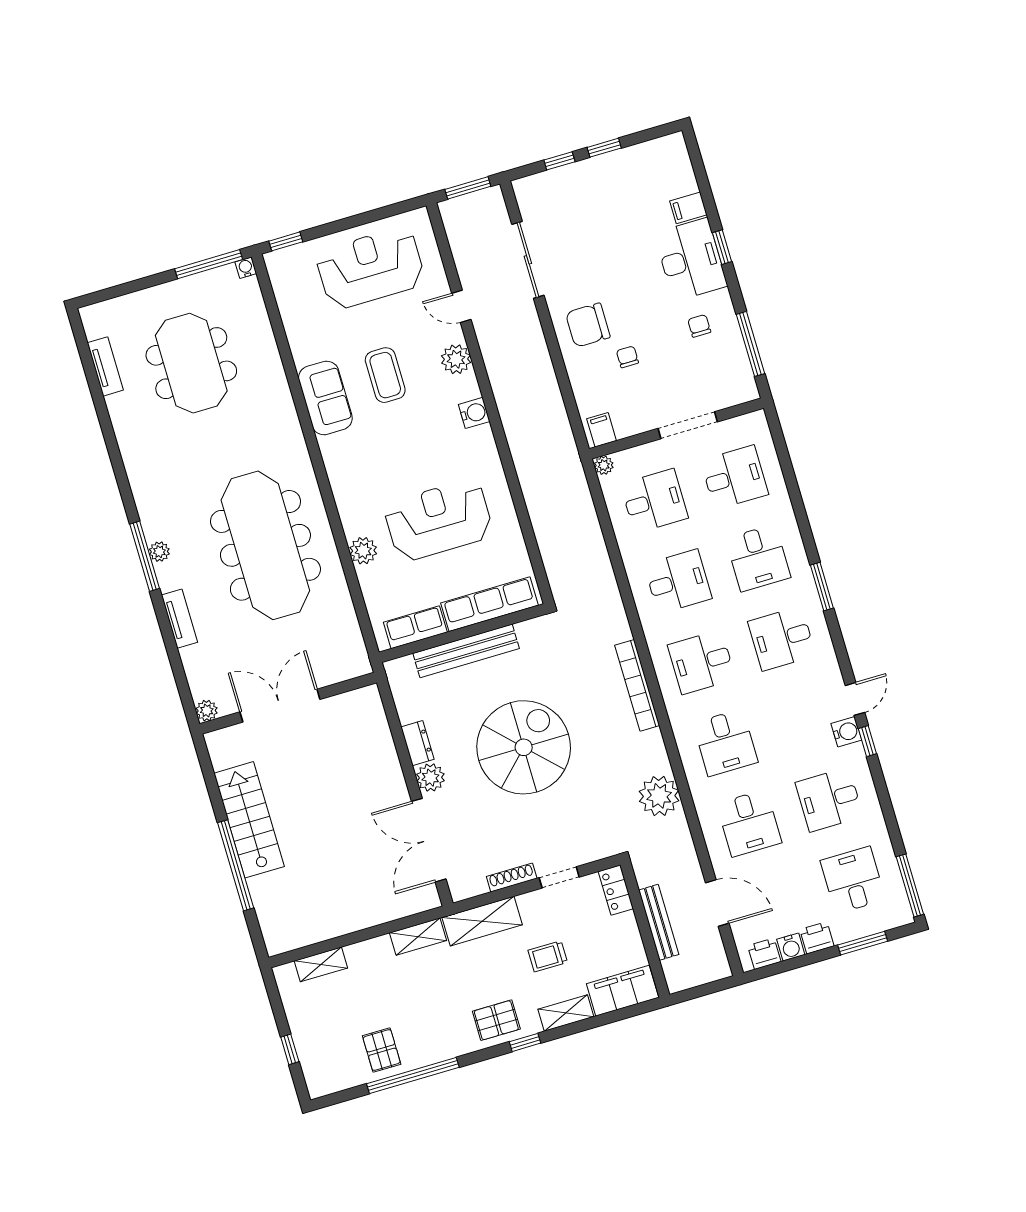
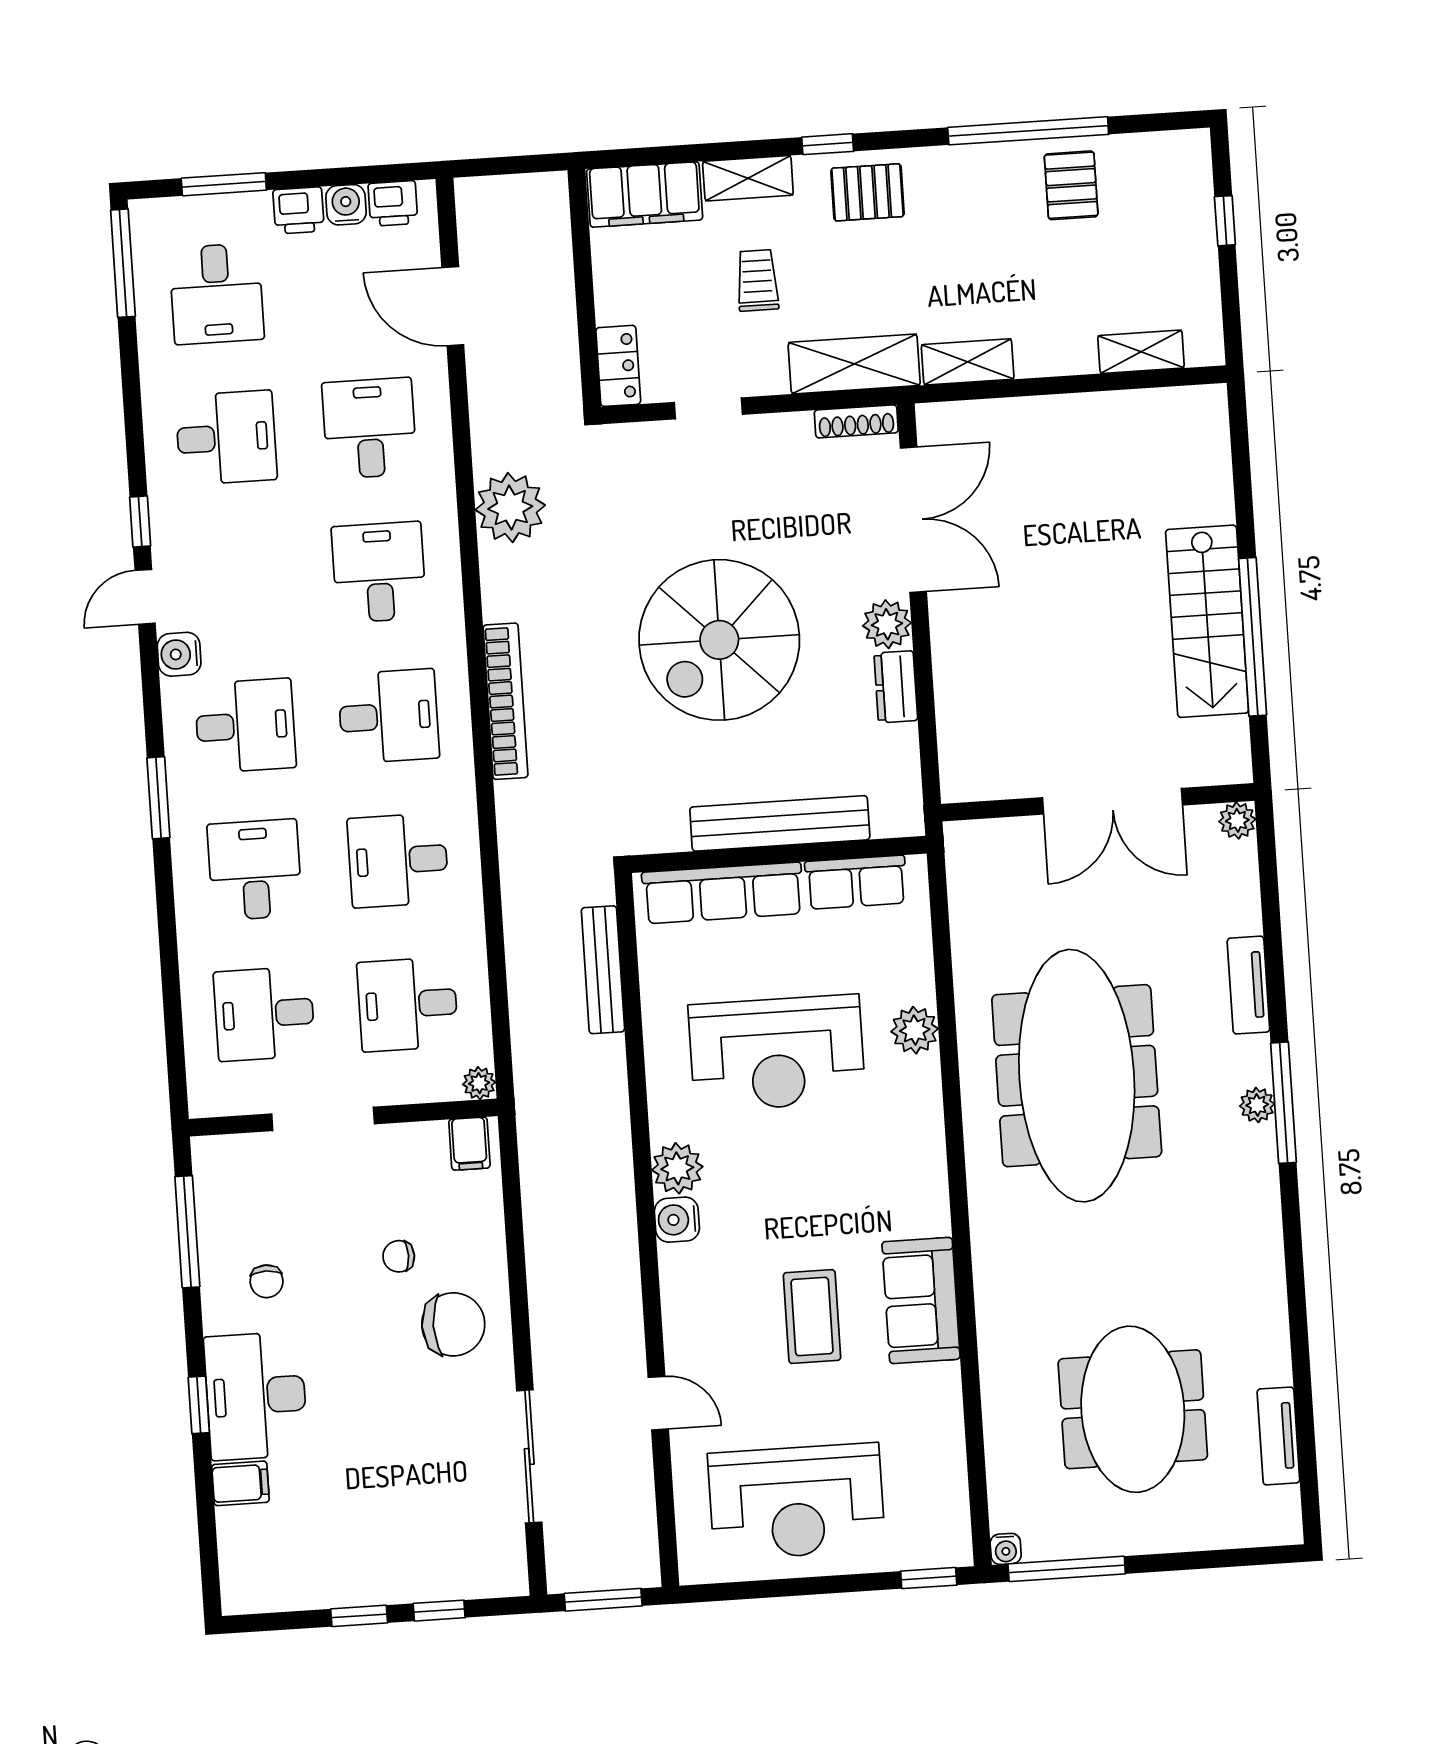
chair: (627, 357) -> (399, 1256), turned 90
plant: (456, 359) -> (677, 1168), moved
water cooler: (846, 732) -> (179, 654), moved
window: (236, 865) -> (1253, 637), moved
shoe rack: (512, 878) -> (856, 421), moved
bench: (659, 922) -> (603, 970), moved
trolley: (548, 956) -> (757, 280), turned -90

